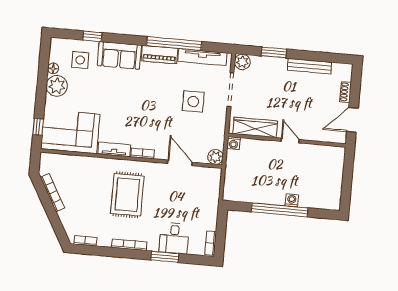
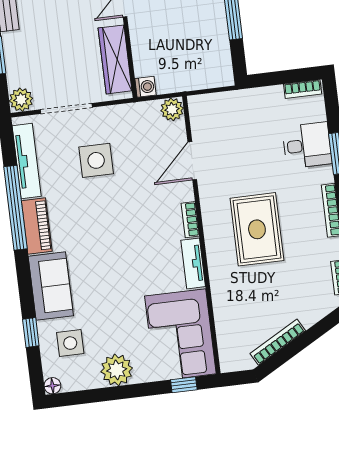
floor lamp: (53, 68) -> (52, 386), moved
rug: (127, 195) -> (257, 229), turned 90

